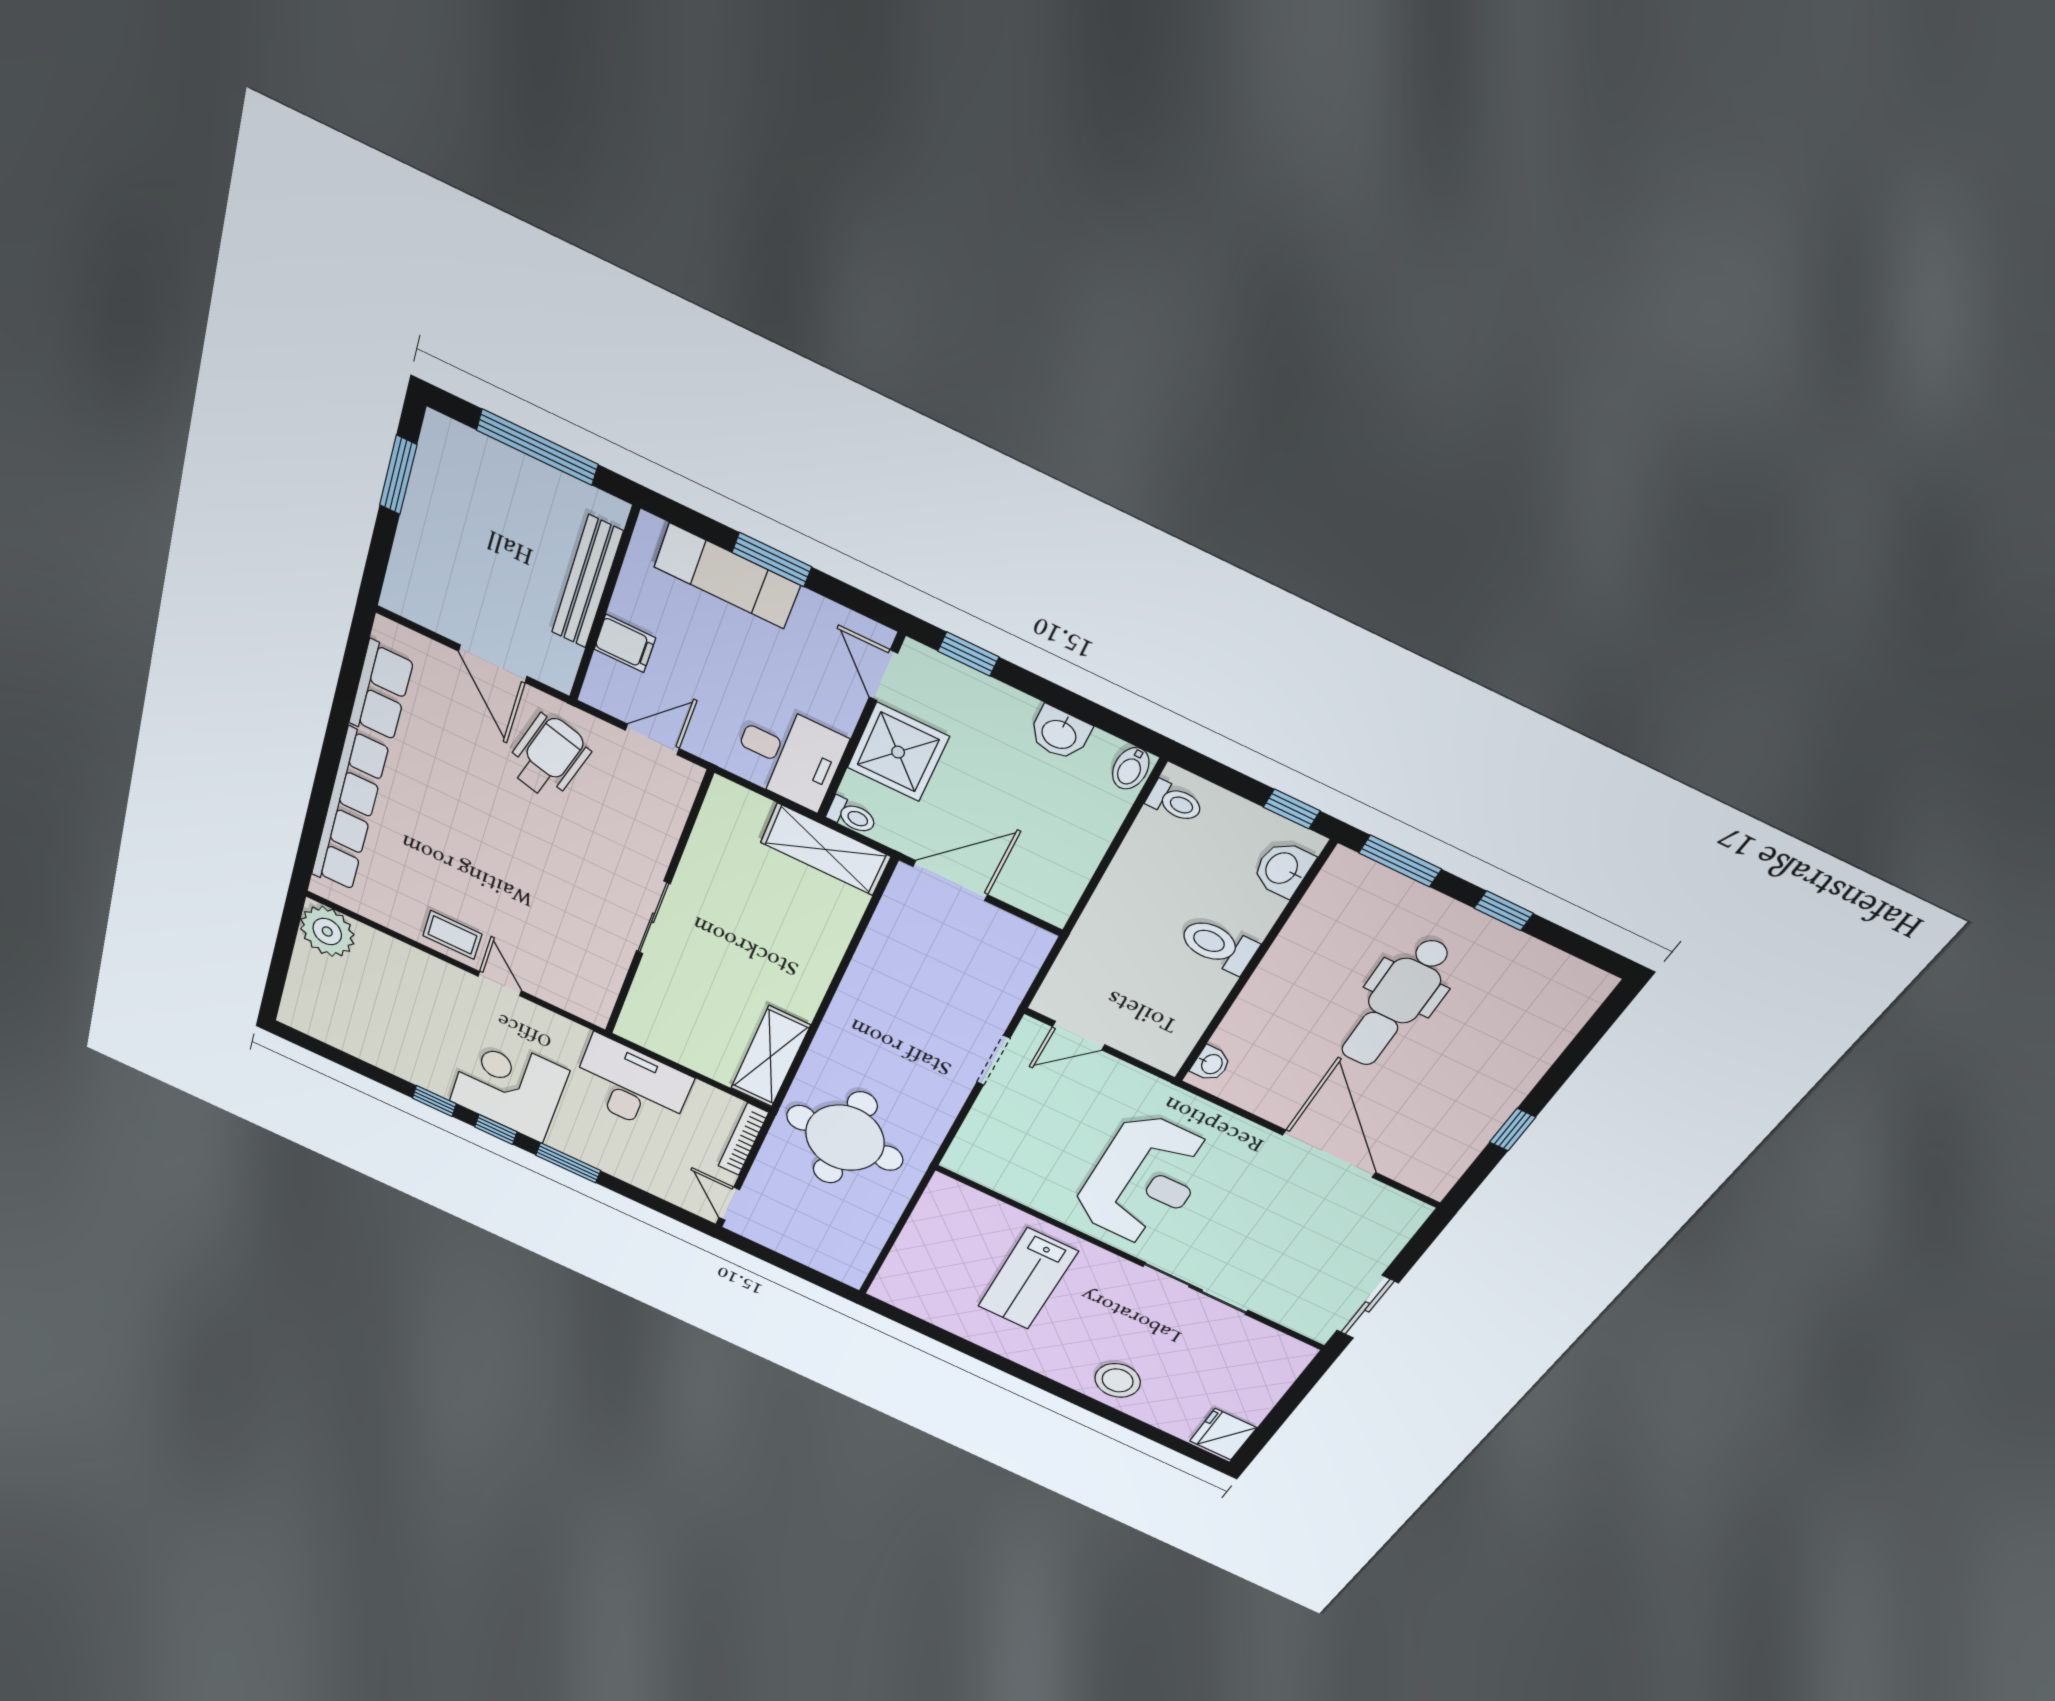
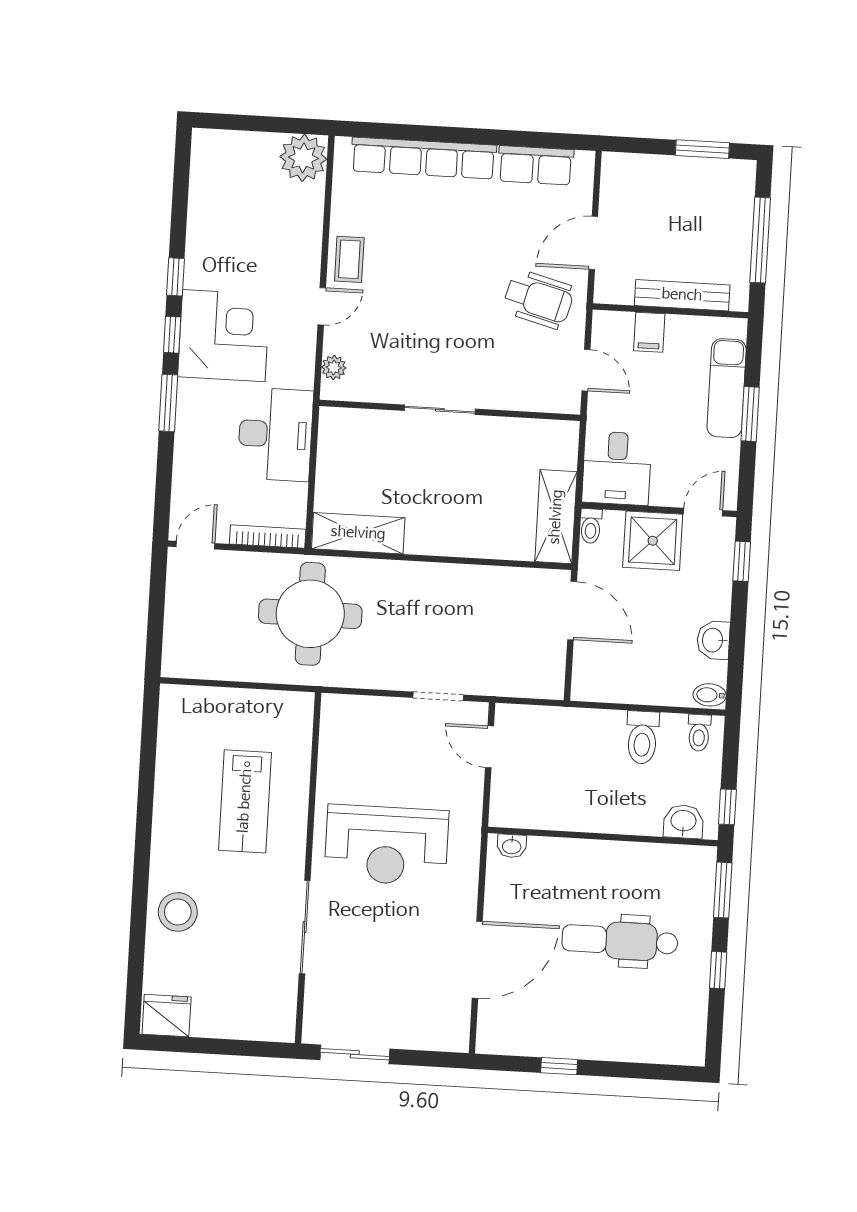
toilet: (1218, 945) -> (642, 737), moved, turned 180
plant: (573, 1001) -> (334, 367), added
lab bench: (1028, 1279) -> (245, 801), turned -90

